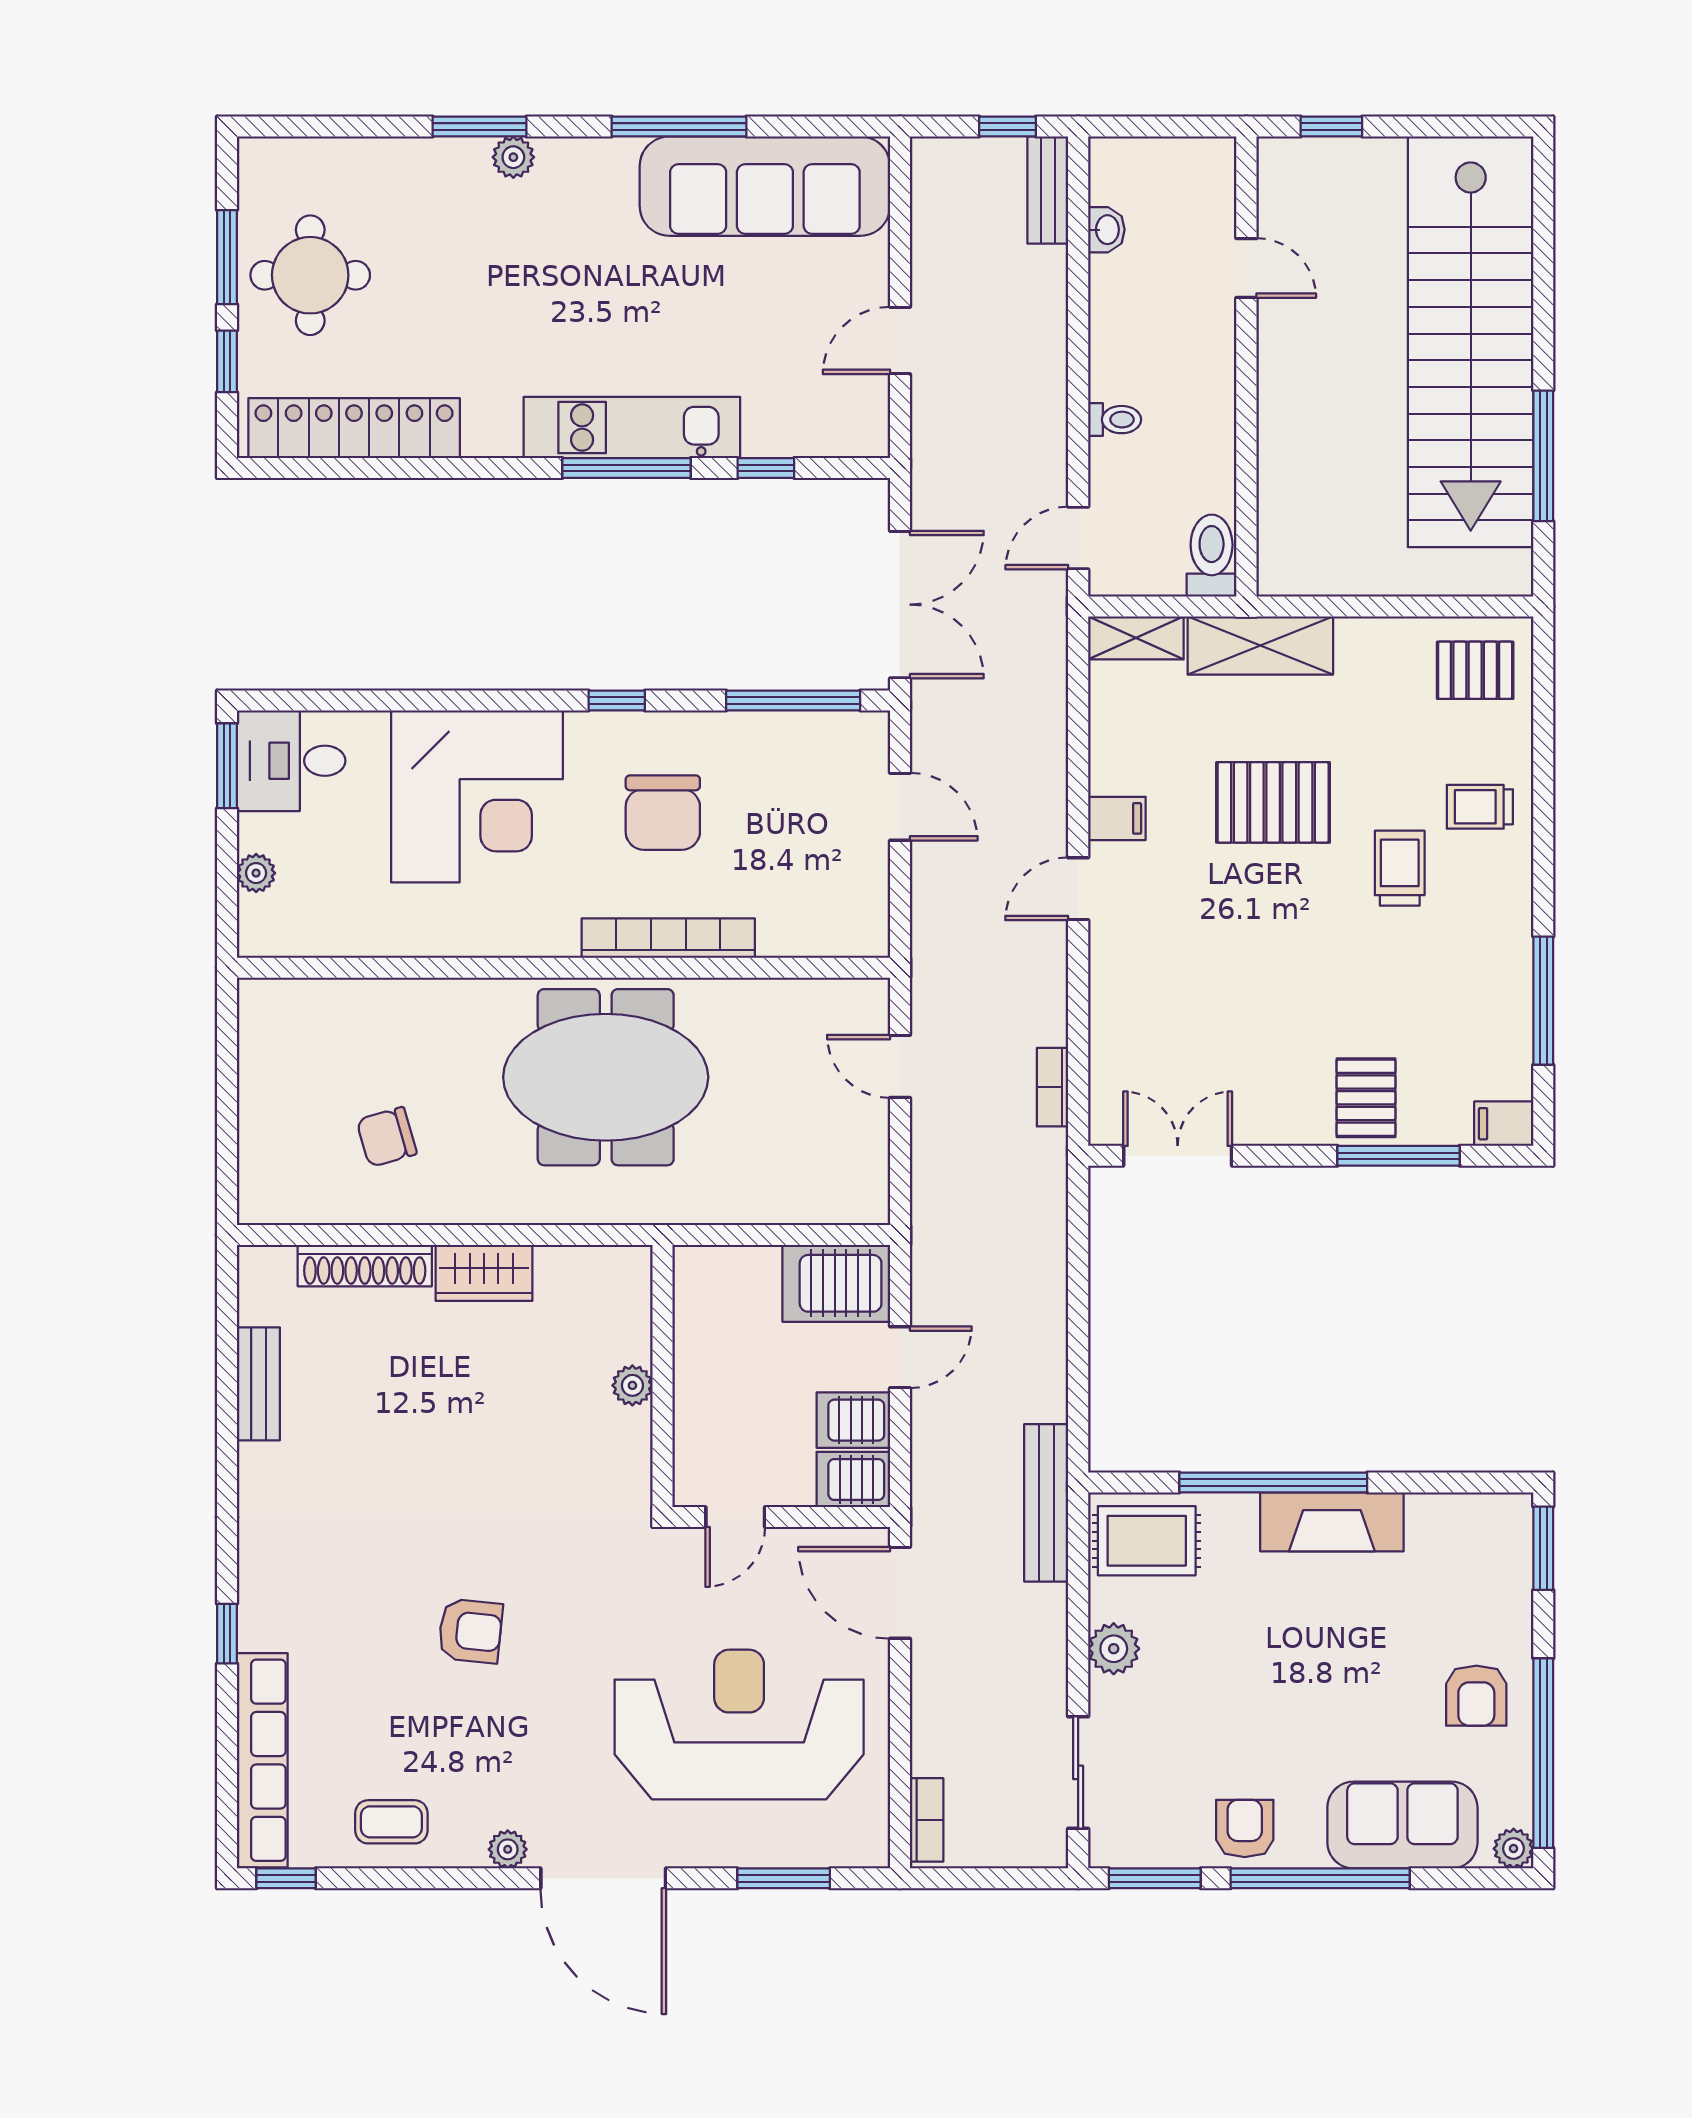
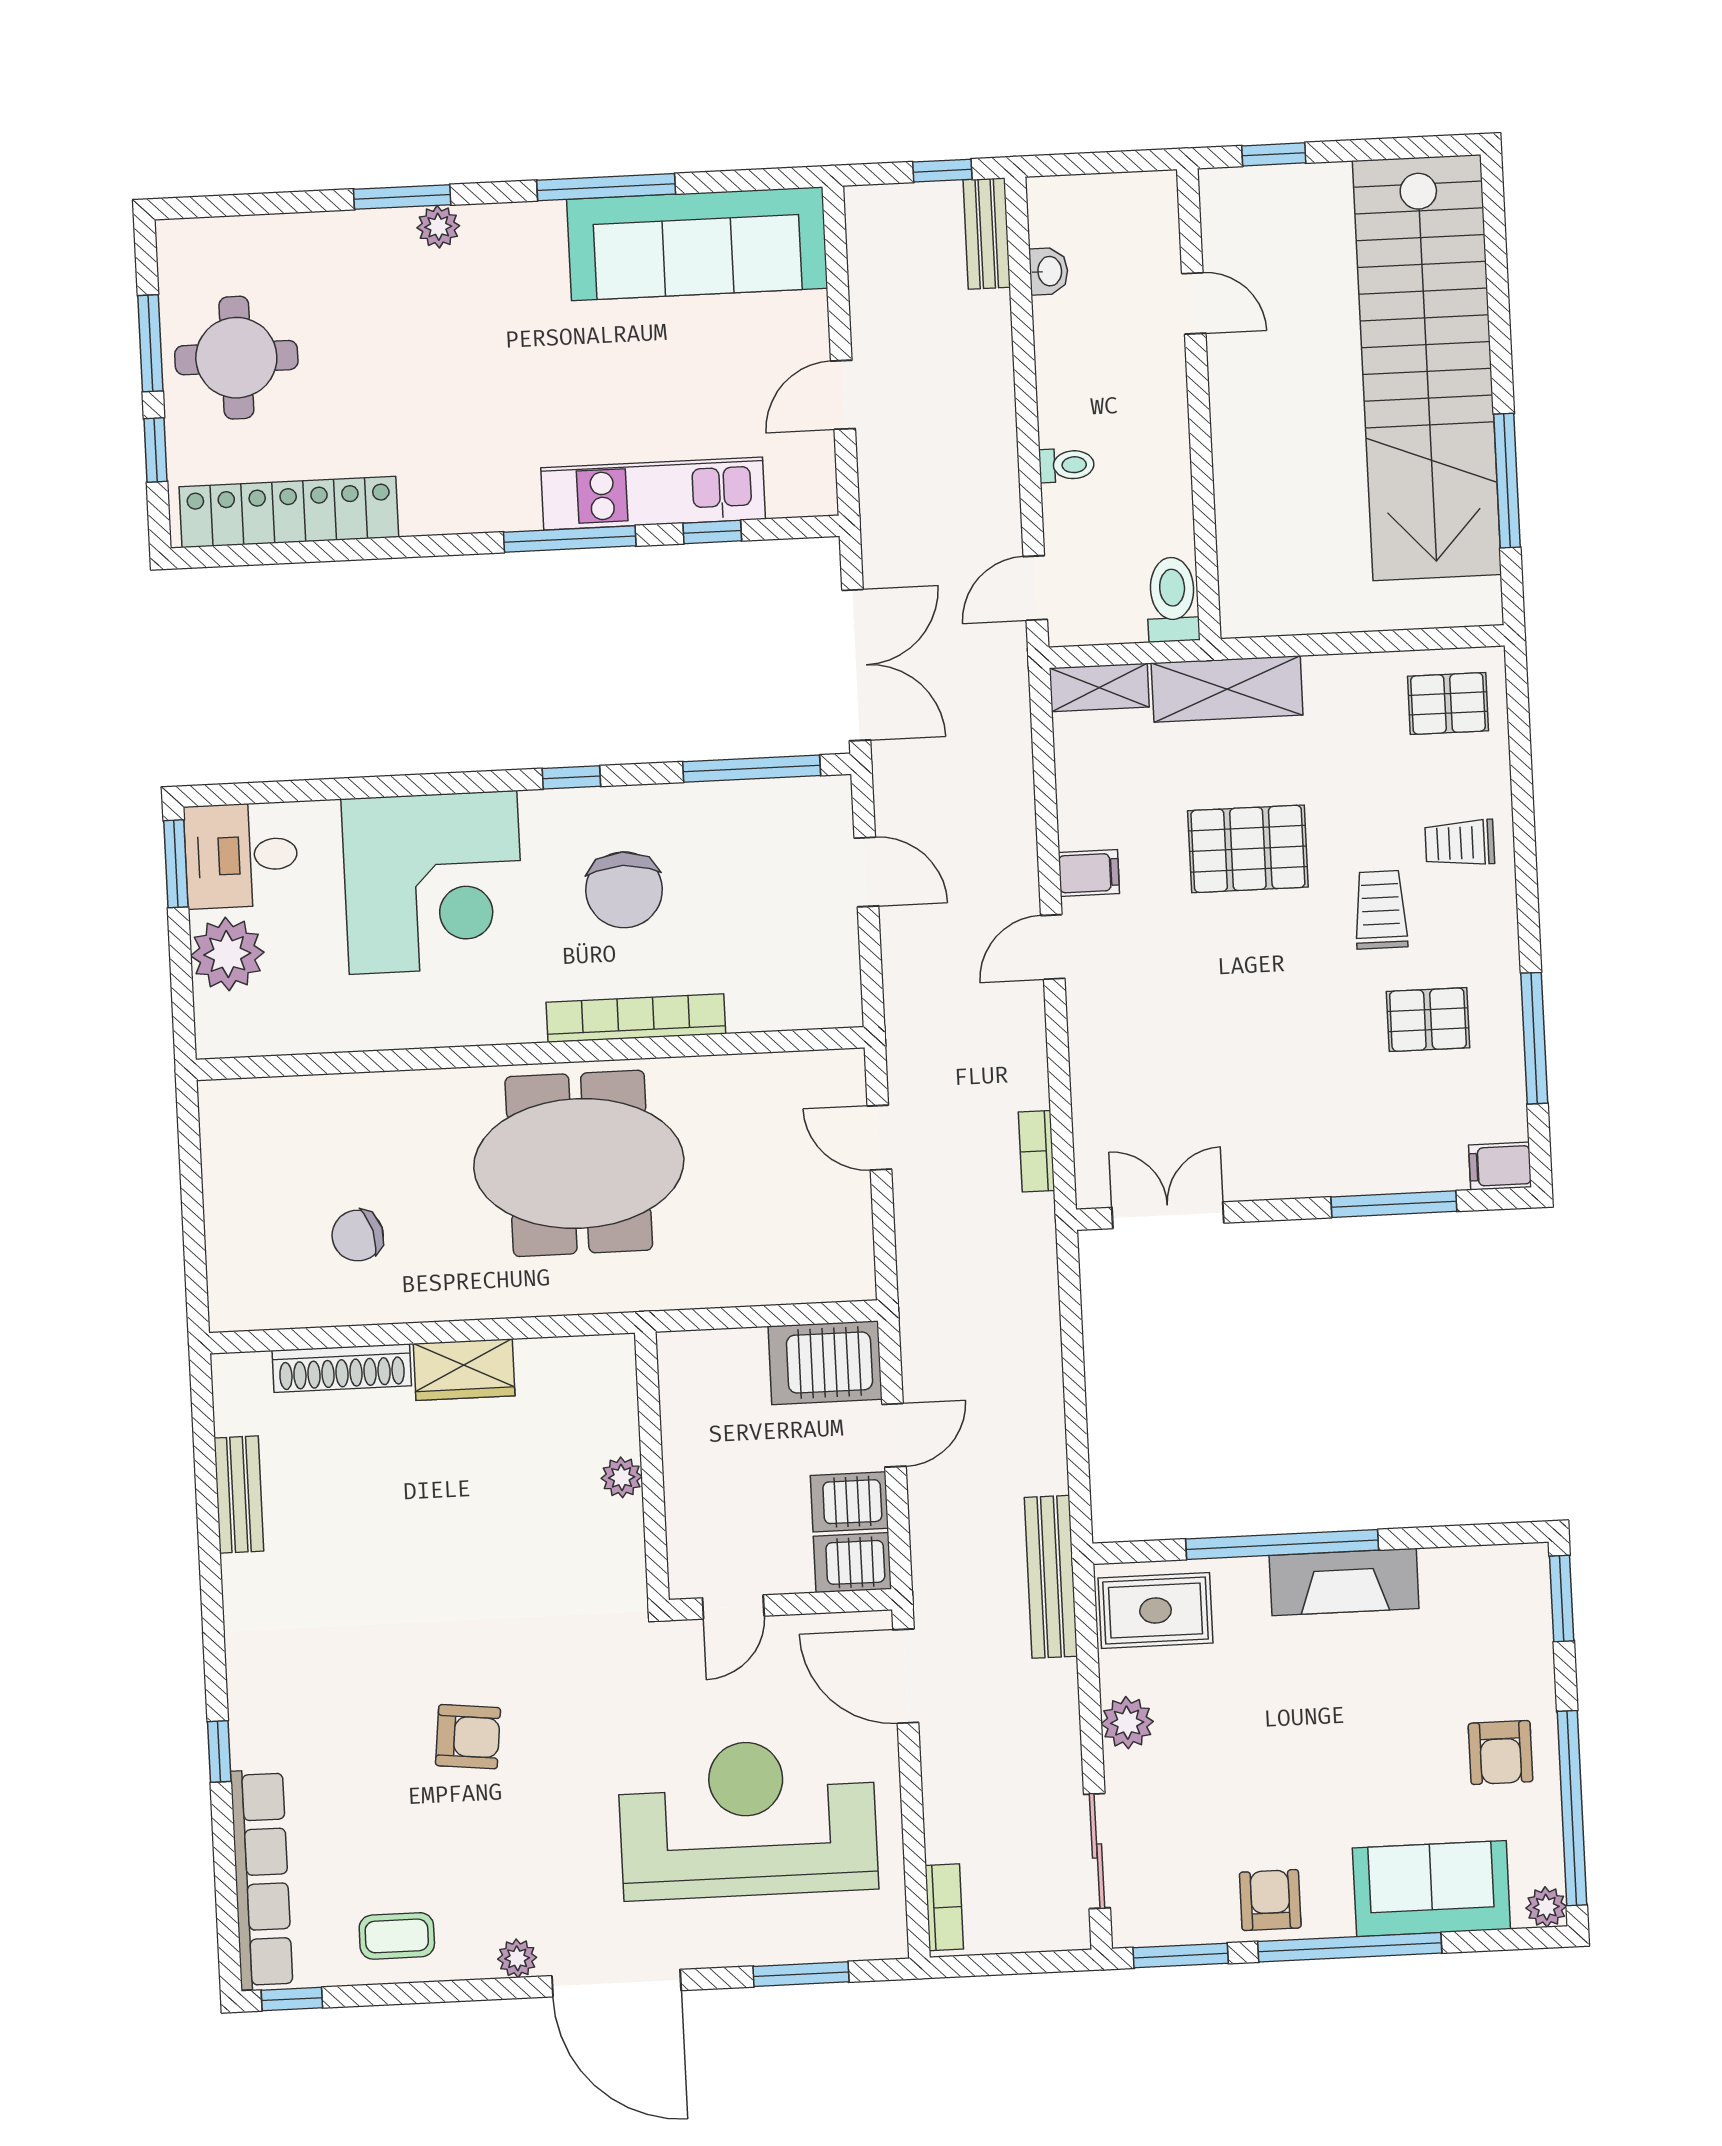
kitchen unit: (632, 428) -> (653, 493), moved
plant: (256, 873) -> (227, 954), width x1.88, depth x1.88
pallet: (1366, 1098) -> (1428, 1020), moved, turned 90

